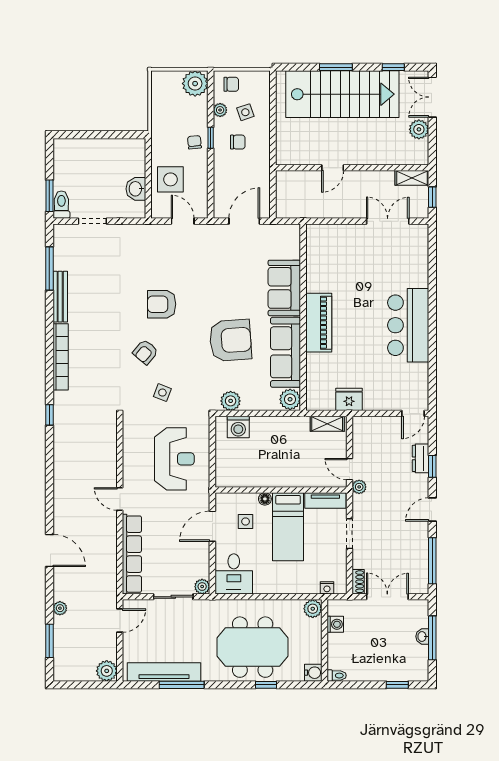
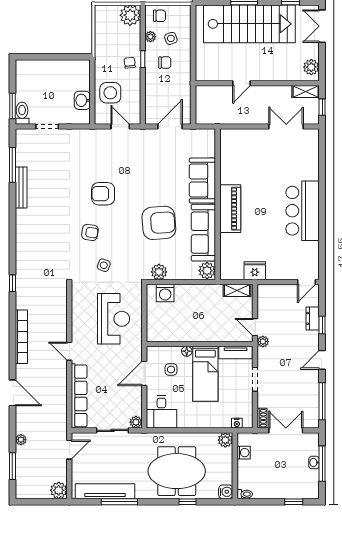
plant: (419, 129) -> (311, 67), moved
armchair: (145, 352) -> (90, 232), turned -122
bookcase: (61, 357) -> (21, 337), moved

